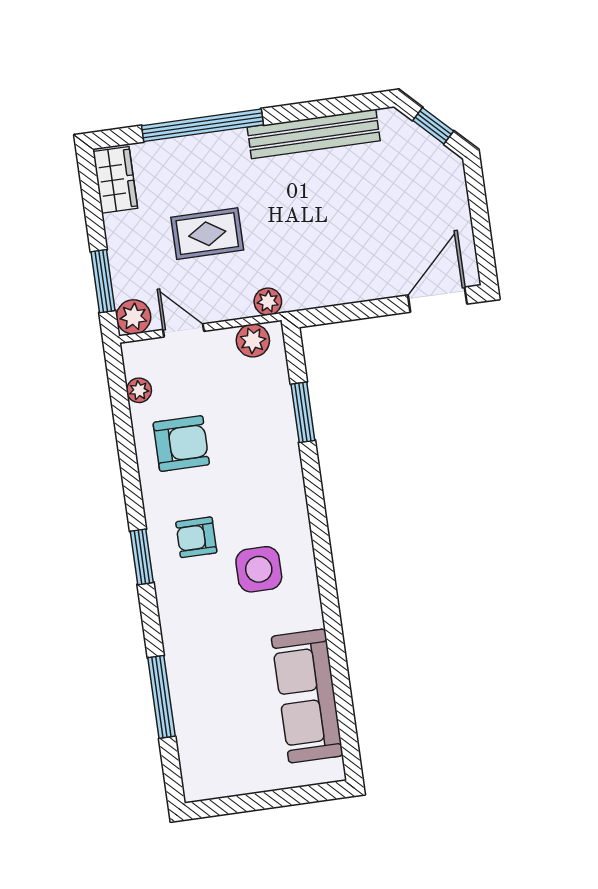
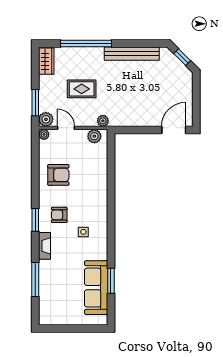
plant: (139, 390) -> (44, 134), moved
window: (303, 412) -> (111, 281), moved
side table: (259, 569) -> (83, 232), width x0.54, depth x0.54
fireplace: (172, 615) -> (45, 246), added

